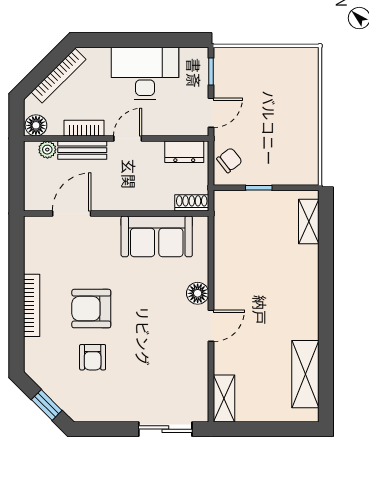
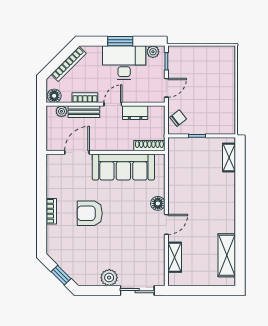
window: (139, 40) -> (120, 41), added
plant: (190, 57) -> (153, 52), added
dresser: (184, 152) -> (135, 113), moved
shoe rack: (192, 203) -> (149, 146), width x1.43
sofa: (157, 236) -> (123, 167), width x1.36
bookcase: (32, 305) -> (51, 211), width x0.64
armchair: (93, 357) -> (90, 244), removed
shelving: (224, 398) -> (175, 257), moved
plant: (122, 409) -> (109, 278), added

